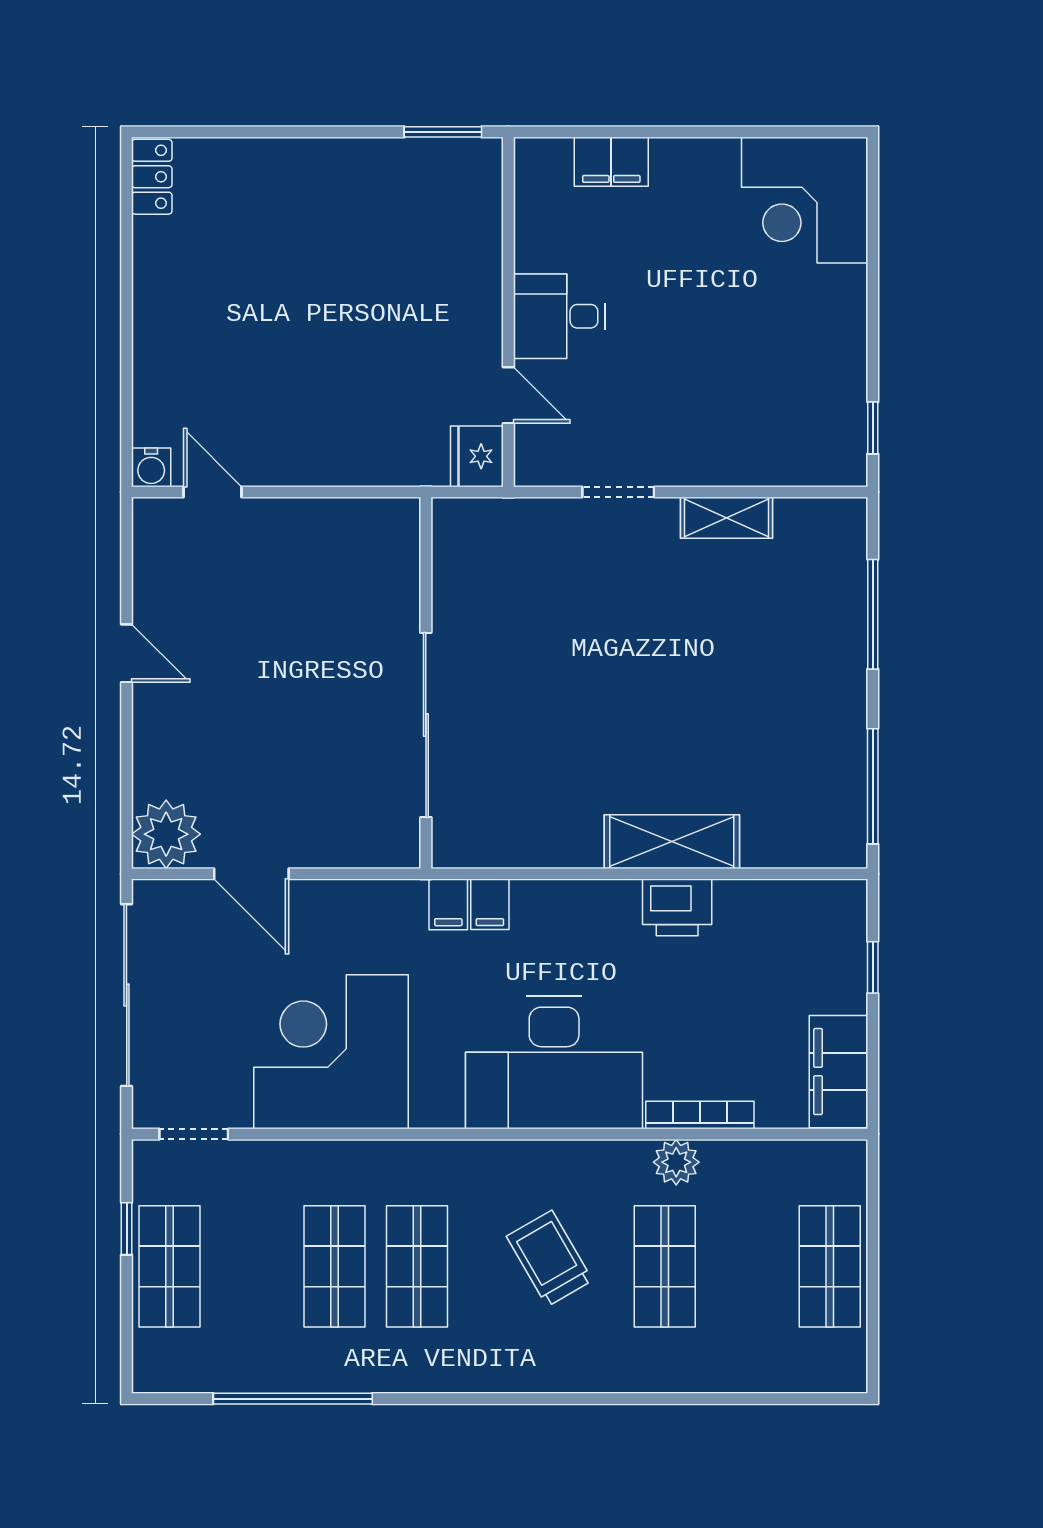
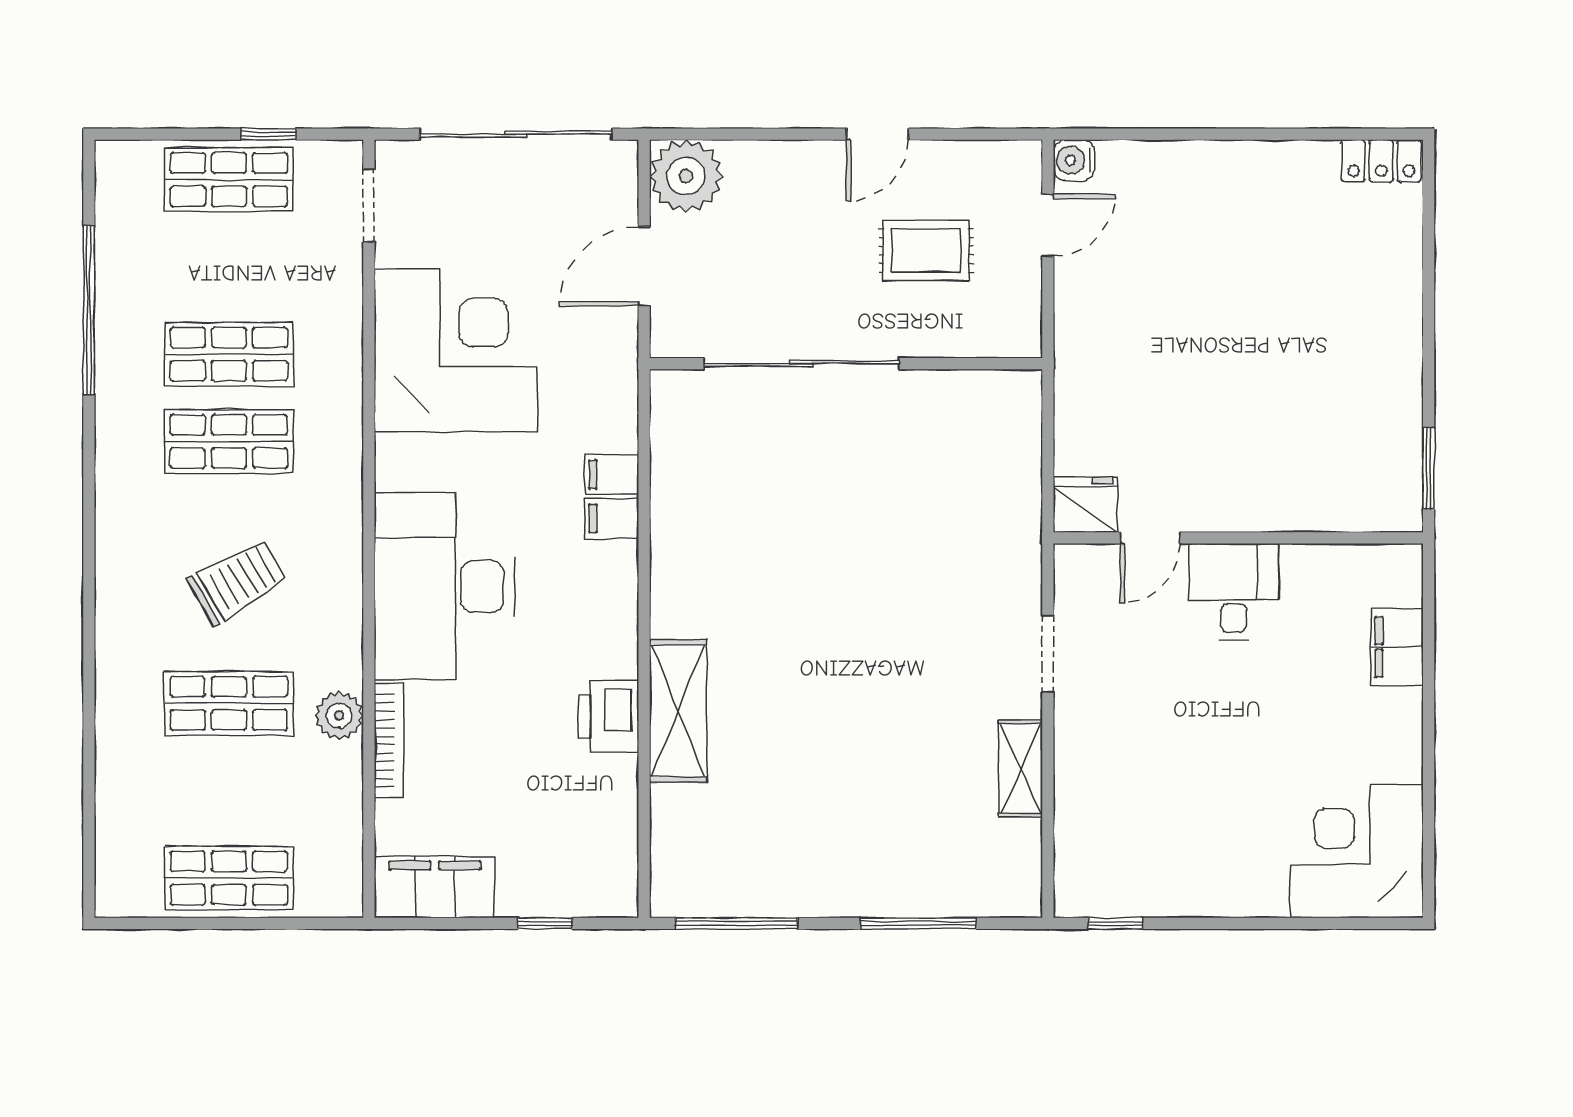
rug: (237, 607) -> (926, 251), added
wall: (426, 683) -> (846, 364), moved
sliding door: (426, 725) -> (801, 364), moved

